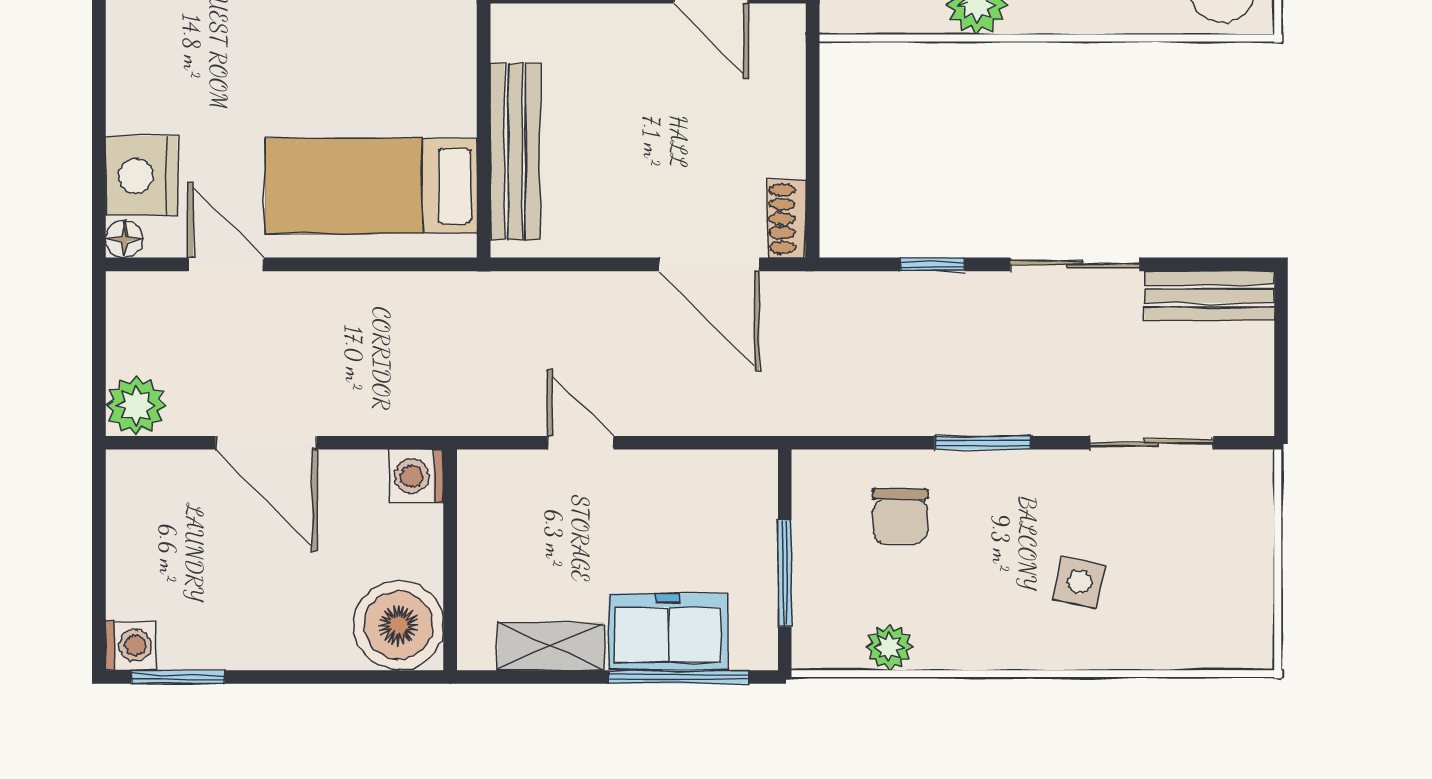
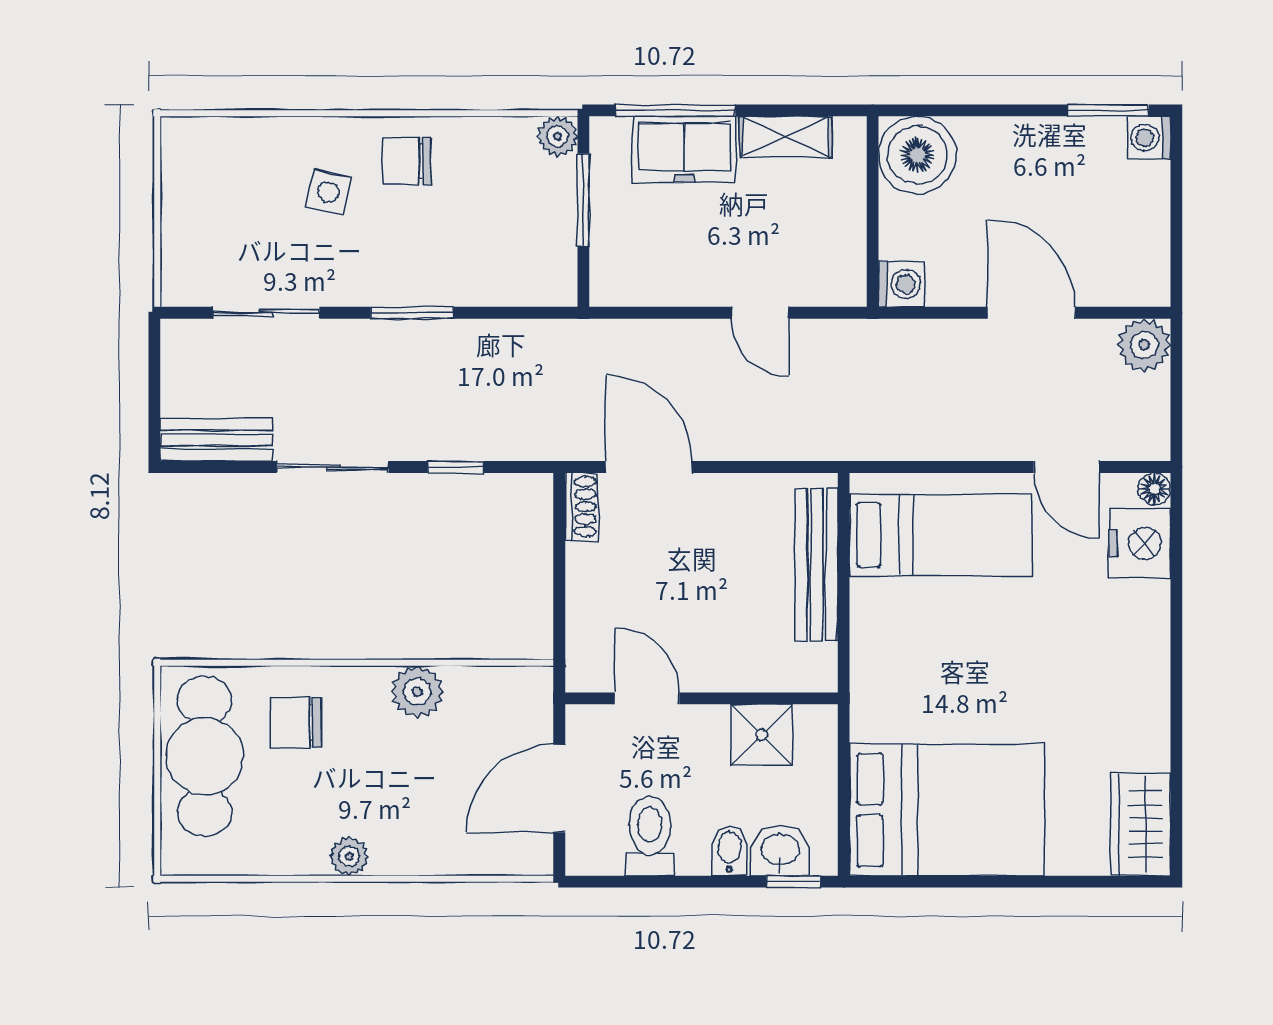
chair: (900, 516) -> (407, 161), moved, turned -90
plant: (889, 647) -> (558, 136), moved

